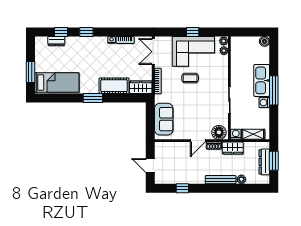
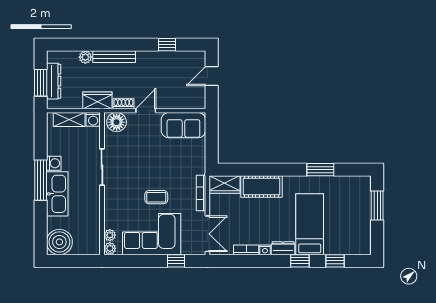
window: (193, 32) -> (176, 261), moved
dresser: (56, 41) -> (283, 248), moved
boiler: (264, 41) -> (59, 242), width x1.86, depth x1.86
bed: (57, 83) -> (310, 224), moved, turned 90
window: (93, 98) -> (320, 170), moved
sofa: (164, 119) -> (183, 125), moved, turned -90
door: (150, 166) -> (212, 76), swing flipped

